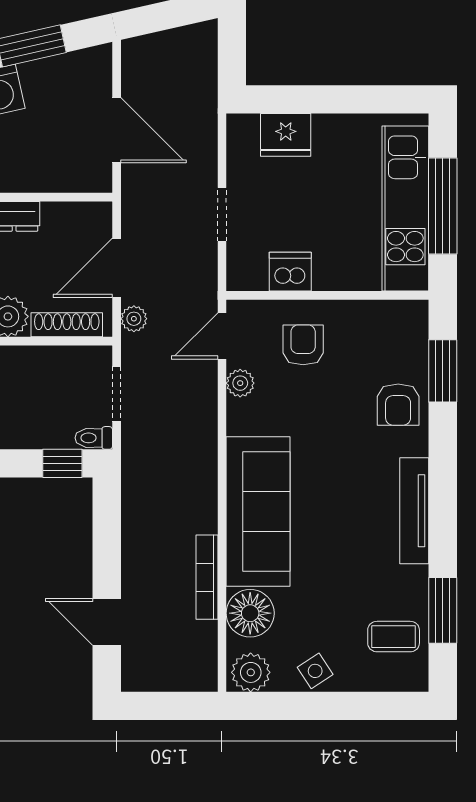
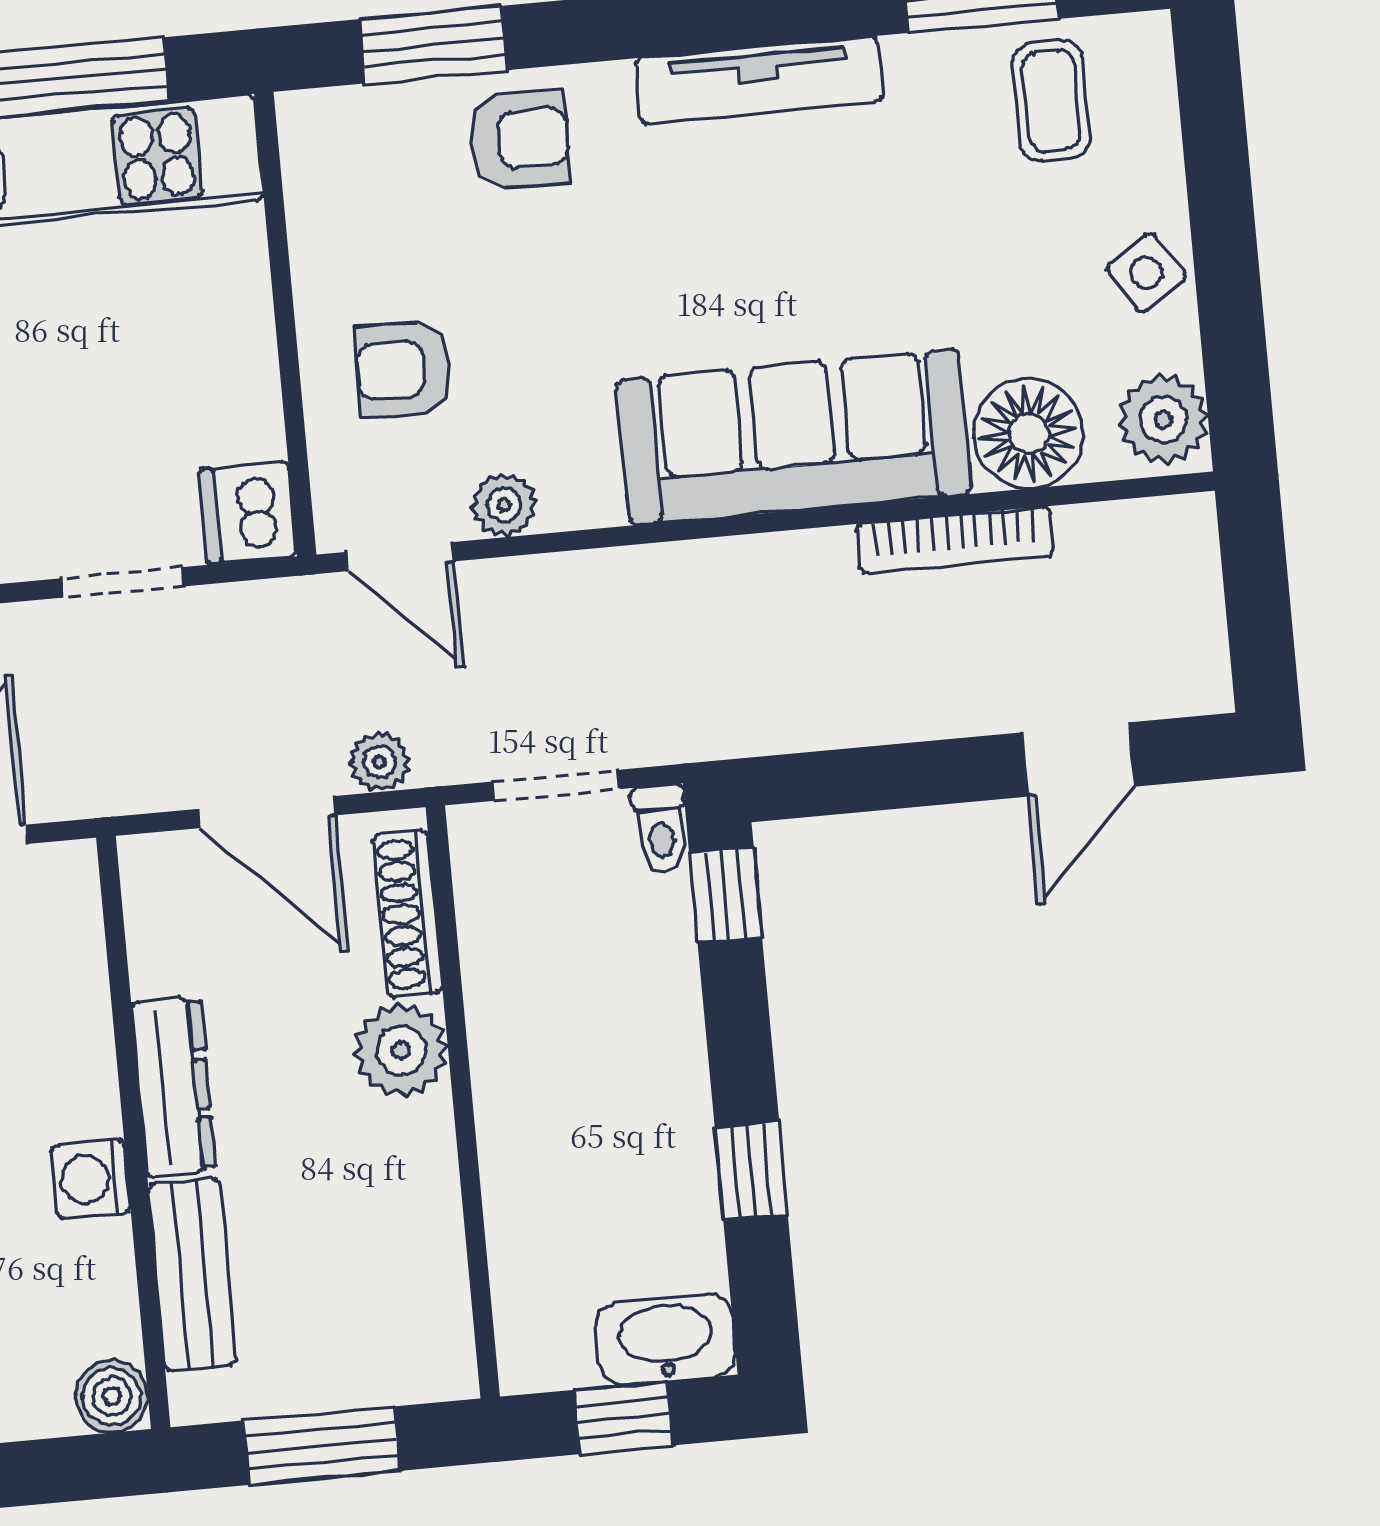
dishwasher: (290, 272) -> (248, 513), moved

